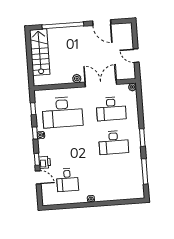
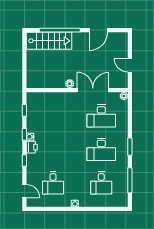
door: (102, 23) -> (98, 30), hinge flipped
stairs: (40, 52) -> (49, 41), moved, turned 90
desk: (62, 112) -> (101, 183), moved, width x0.53, depth x0.77
printer: (45, 162) -> (32, 147), moved
door: (38, 177) -> (24, 191), moved

